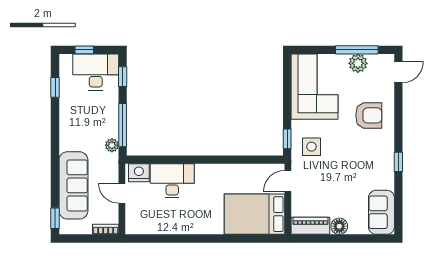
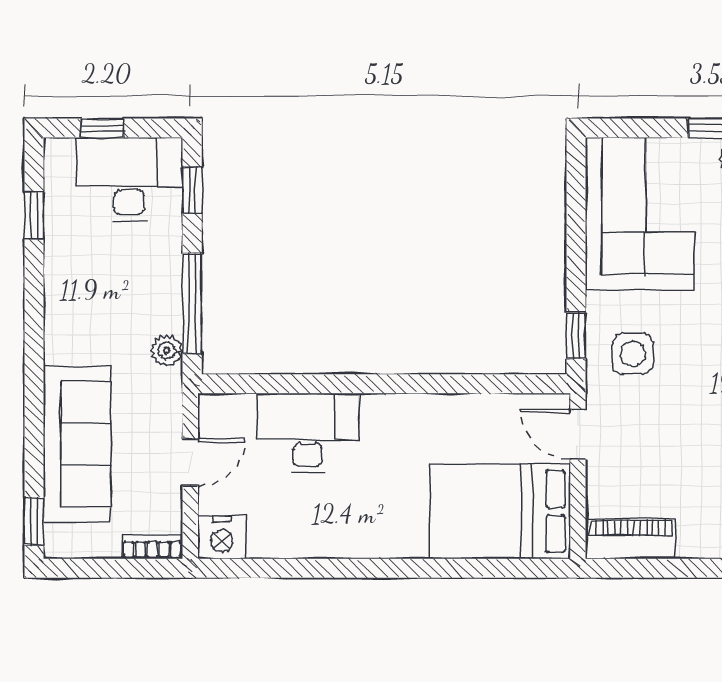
nightstand: (139, 173) -> (222, 537), moved, turned 180
door: (288, 181) -> (578, 434), hinge flipped
door: (122, 193) -> (190, 462), swing flipped
floor lamp: (339, 226) -> (698, 540), removed

